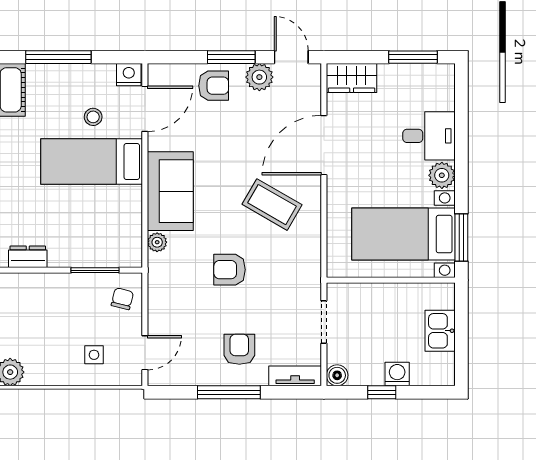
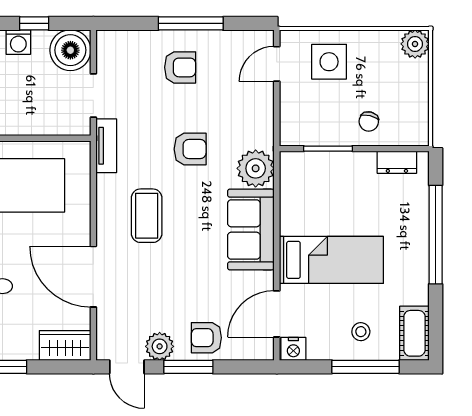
stool: (93, 117) -> (361, 332), moved
door: (324, 145) -> (93, 277), swing flipped
coffee table: (272, 205) -> (147, 216), turned 60
plant: (157, 242) -> (256, 168), width x1.88, depth x1.88
chair: (122, 299) -> (369, 122), moved
armchair: (239, 349) -> (180, 67), turned -90
side table: (94, 355) -> (329, 62), width x1.87, depth x1.87
boiler: (337, 375) -> (70, 50), width x1.86, depth x1.86
tv unit: (295, 376) -> (106, 146), moved, turned -90

